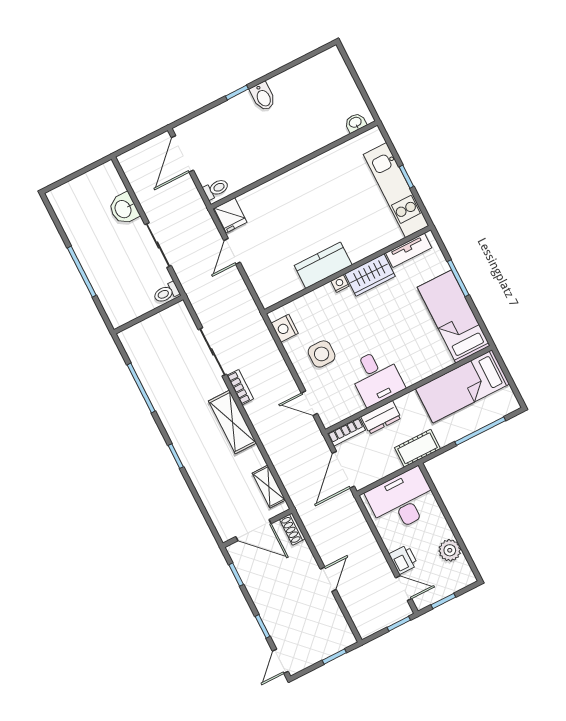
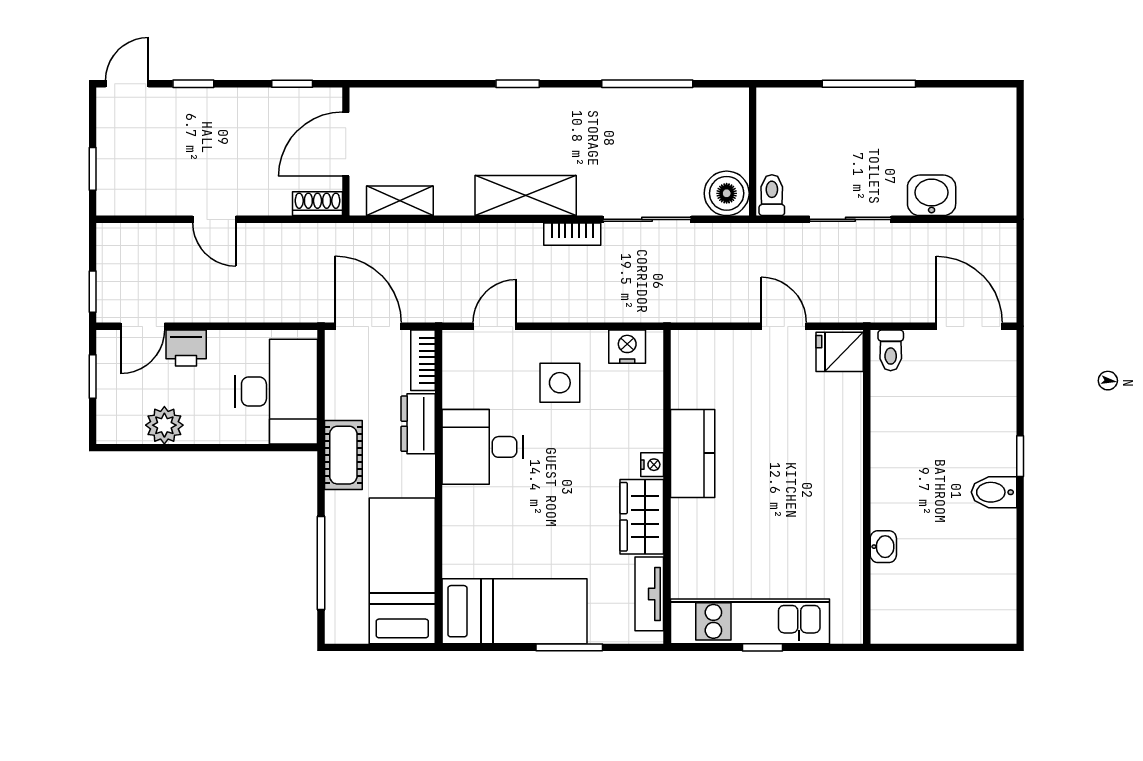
washbasin: (355, 123) -> (883, 547), moved
boiler: (177, 317) -> (727, 193), added
door: (280, 661) -> (127, 84), hinge flipped

